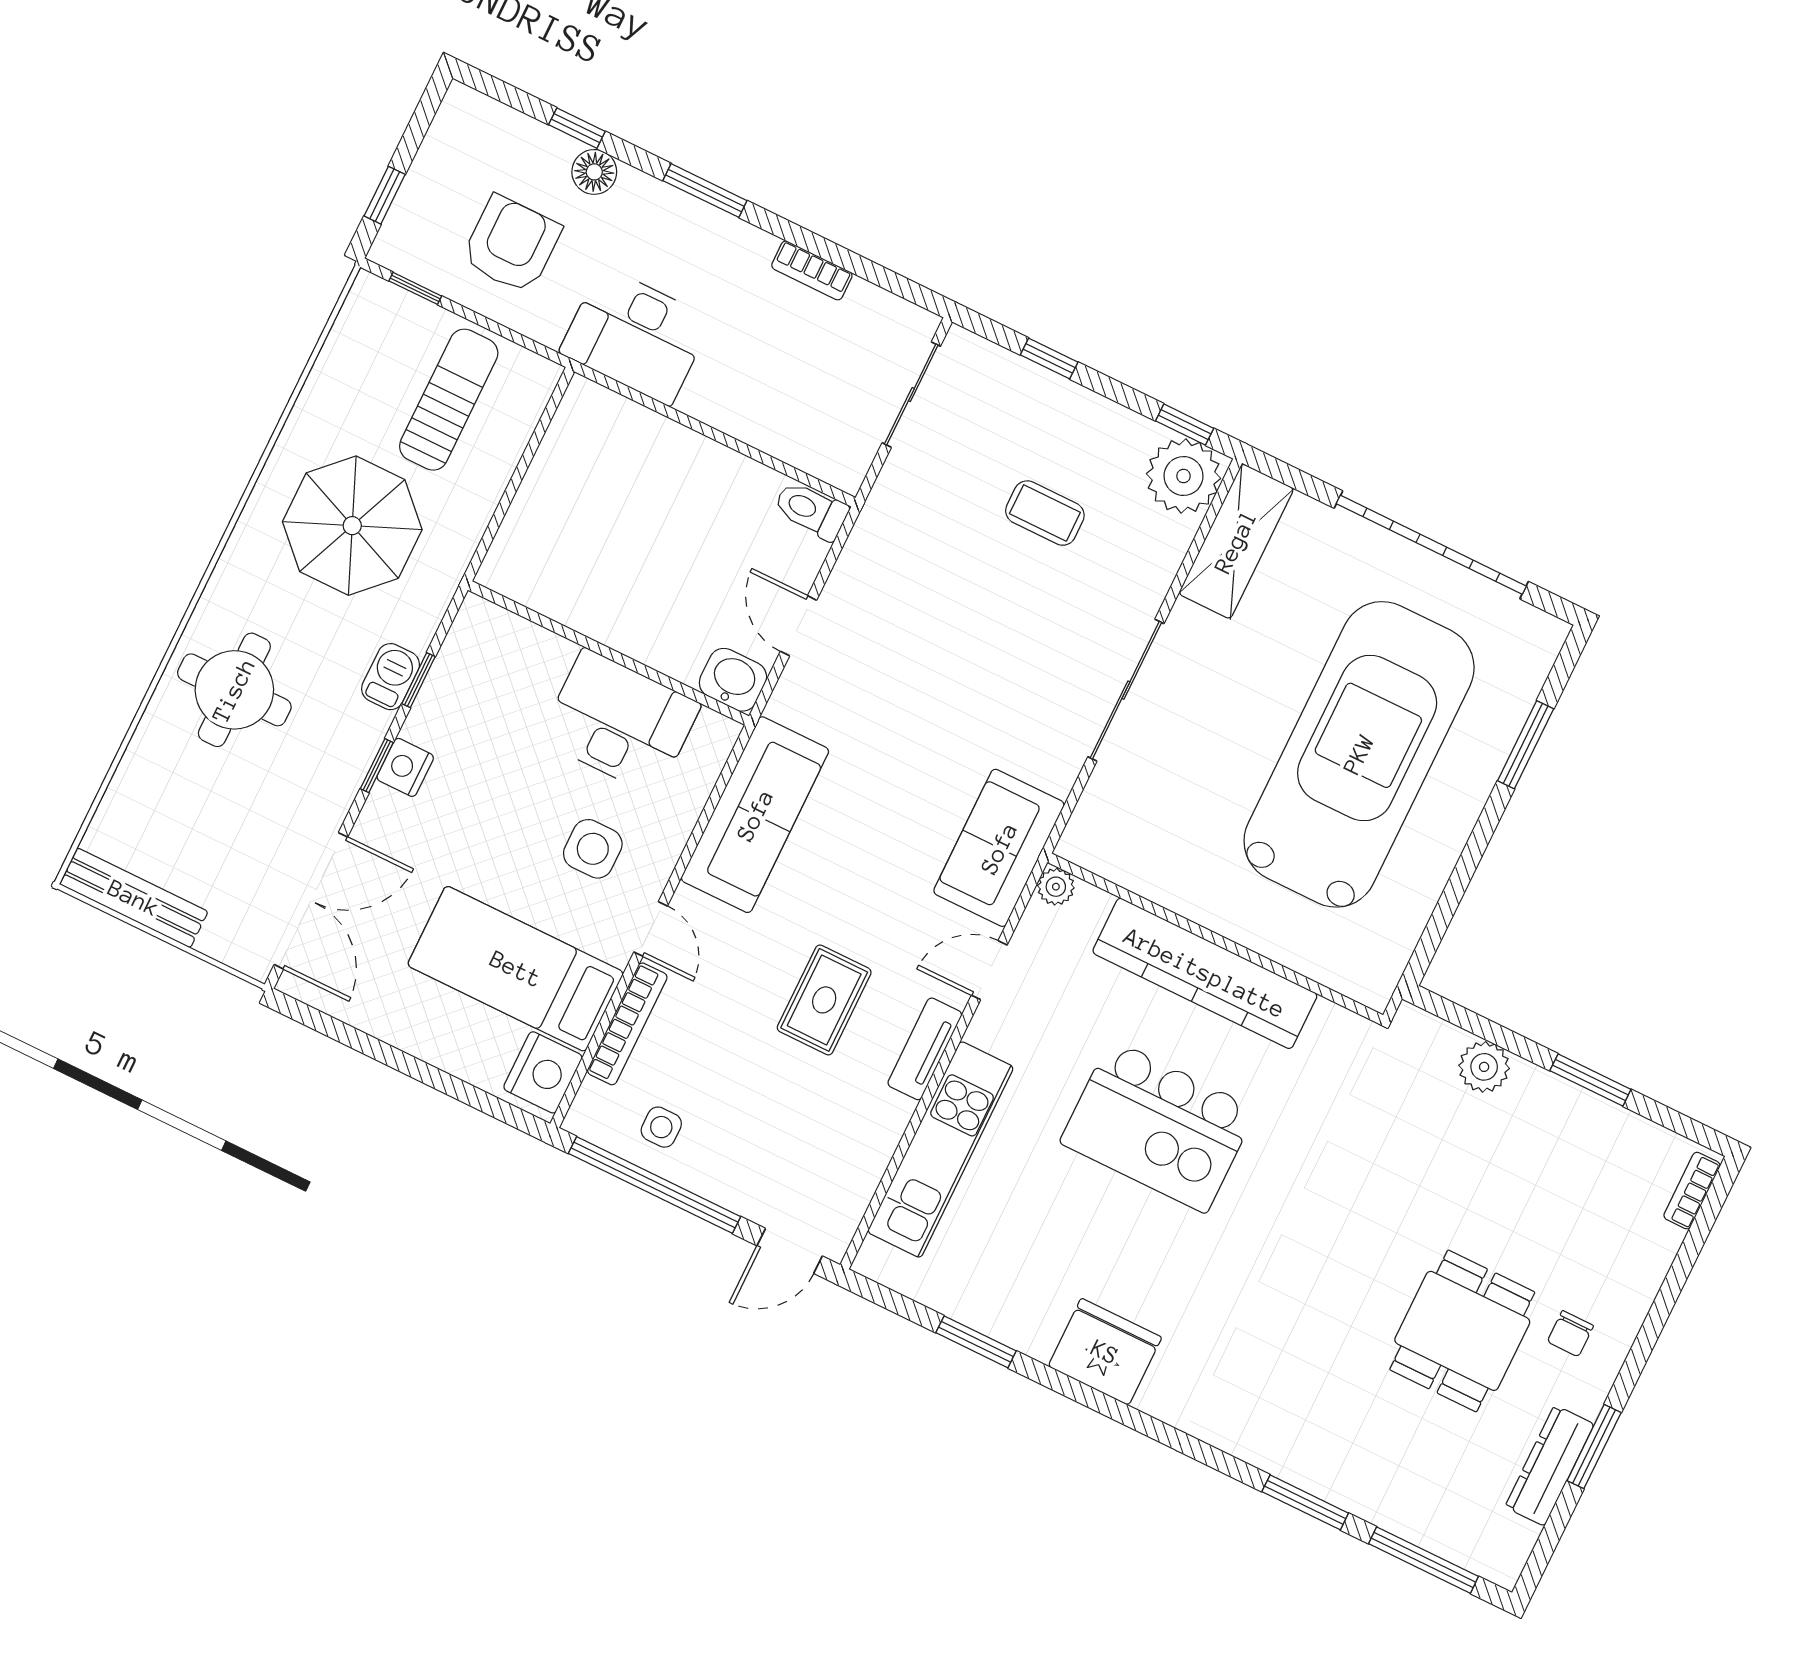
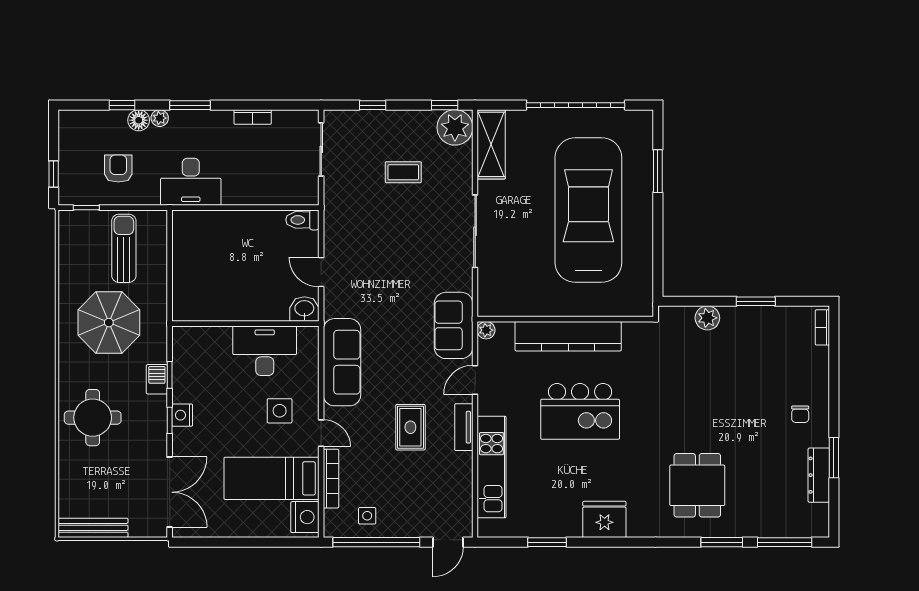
plant: (636, 187) -> (160, 118), added
armchair: (511, 244) -> (118, 169), width x0.72, depth x0.72
dining table: (1462, 1331) -> (697, 485), moved

